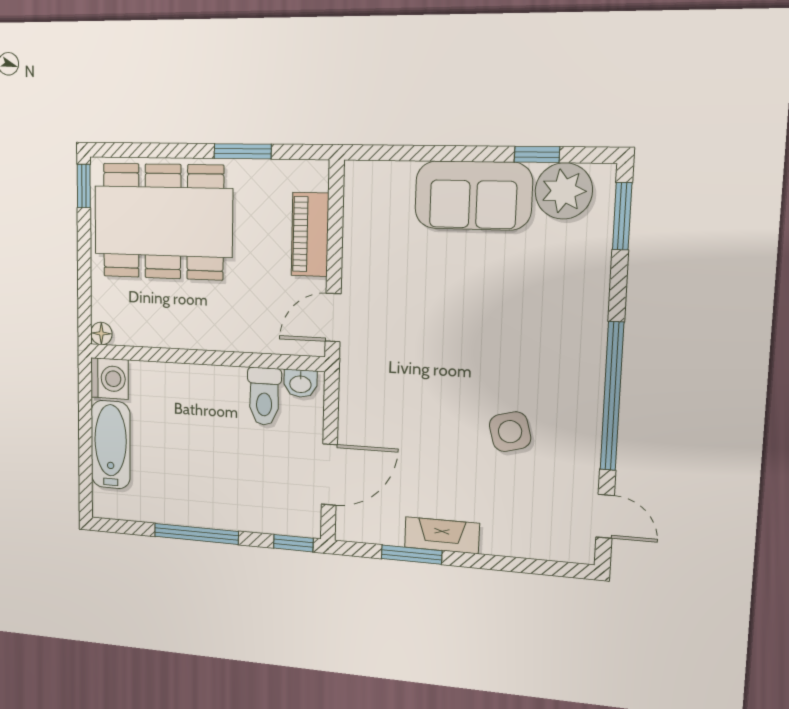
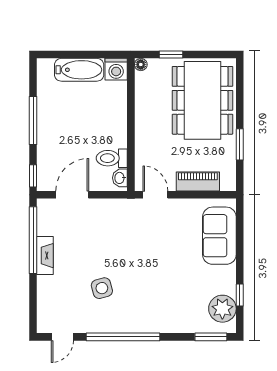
window: (84, 186) -> (171, 55), moved
sofa: (473, 195) -> (219, 236), moved
door: (329, 474) -> (72, 195), swing flipped
window: (412, 555) -> (33, 240), width x2.11

